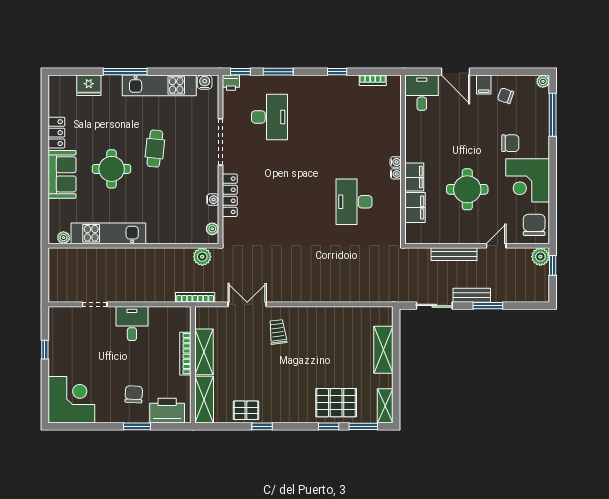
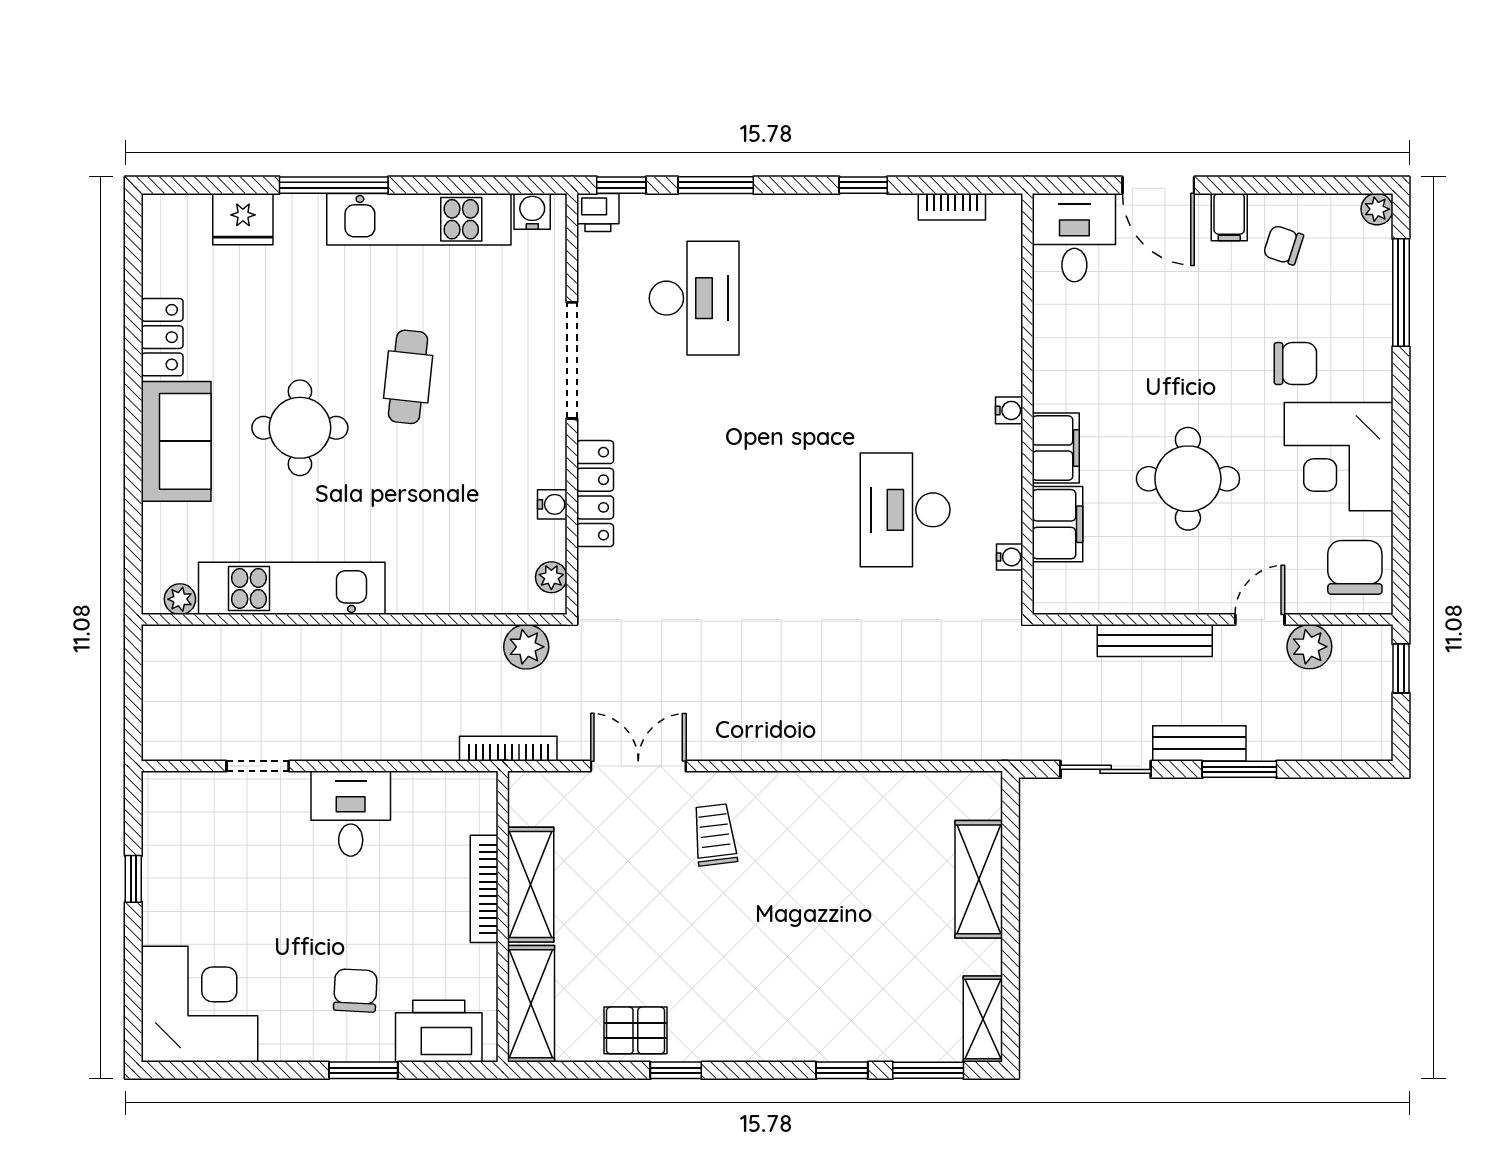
water cooler: (396, 174) -> (1010, 557), moved
plant: (540, 257) -> (1309, 647), moved
pallet: (336, 403) -> (860, 1011), removed

